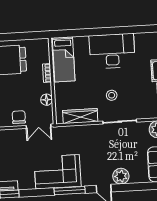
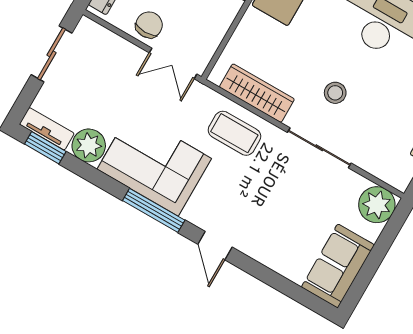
floor lamp: (47, 100) -> (217, 26), removed
coffee table: (82, 138) -> (234, 133), added
plant: (121, 176) -> (89, 145), moved

